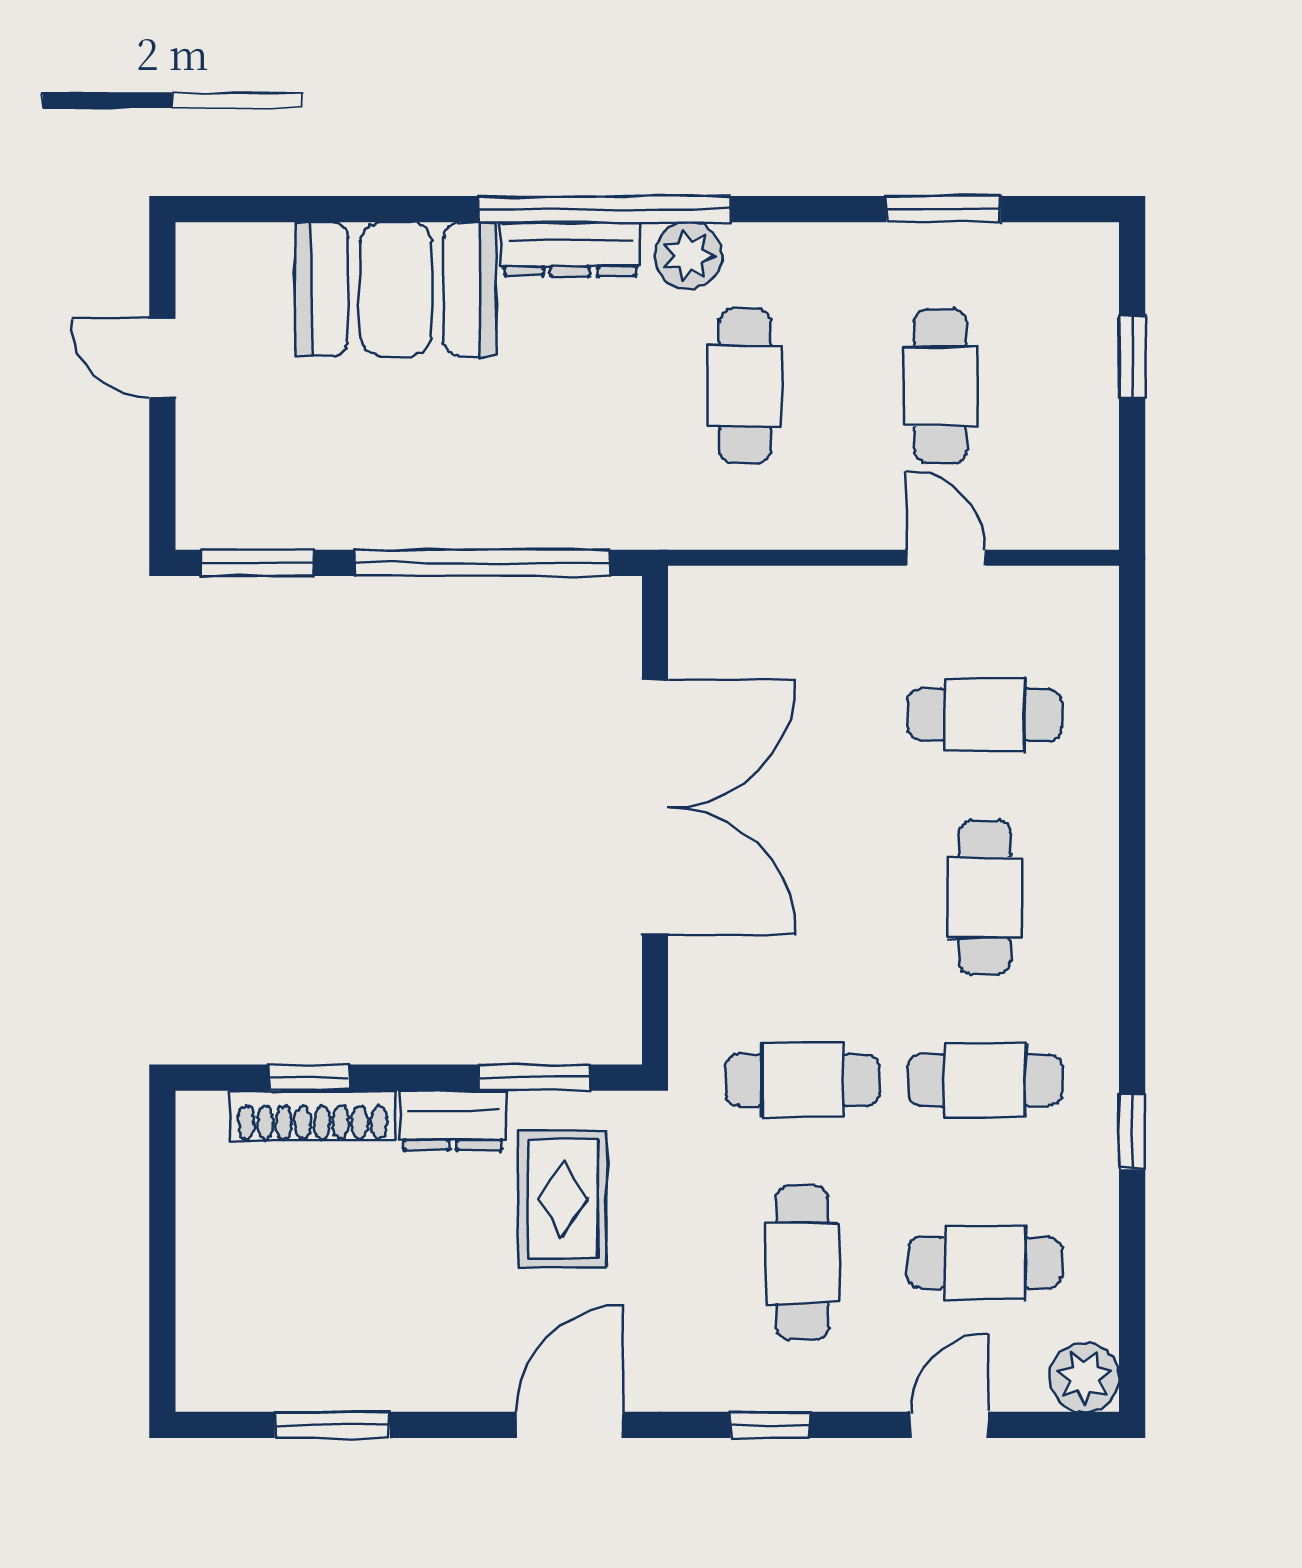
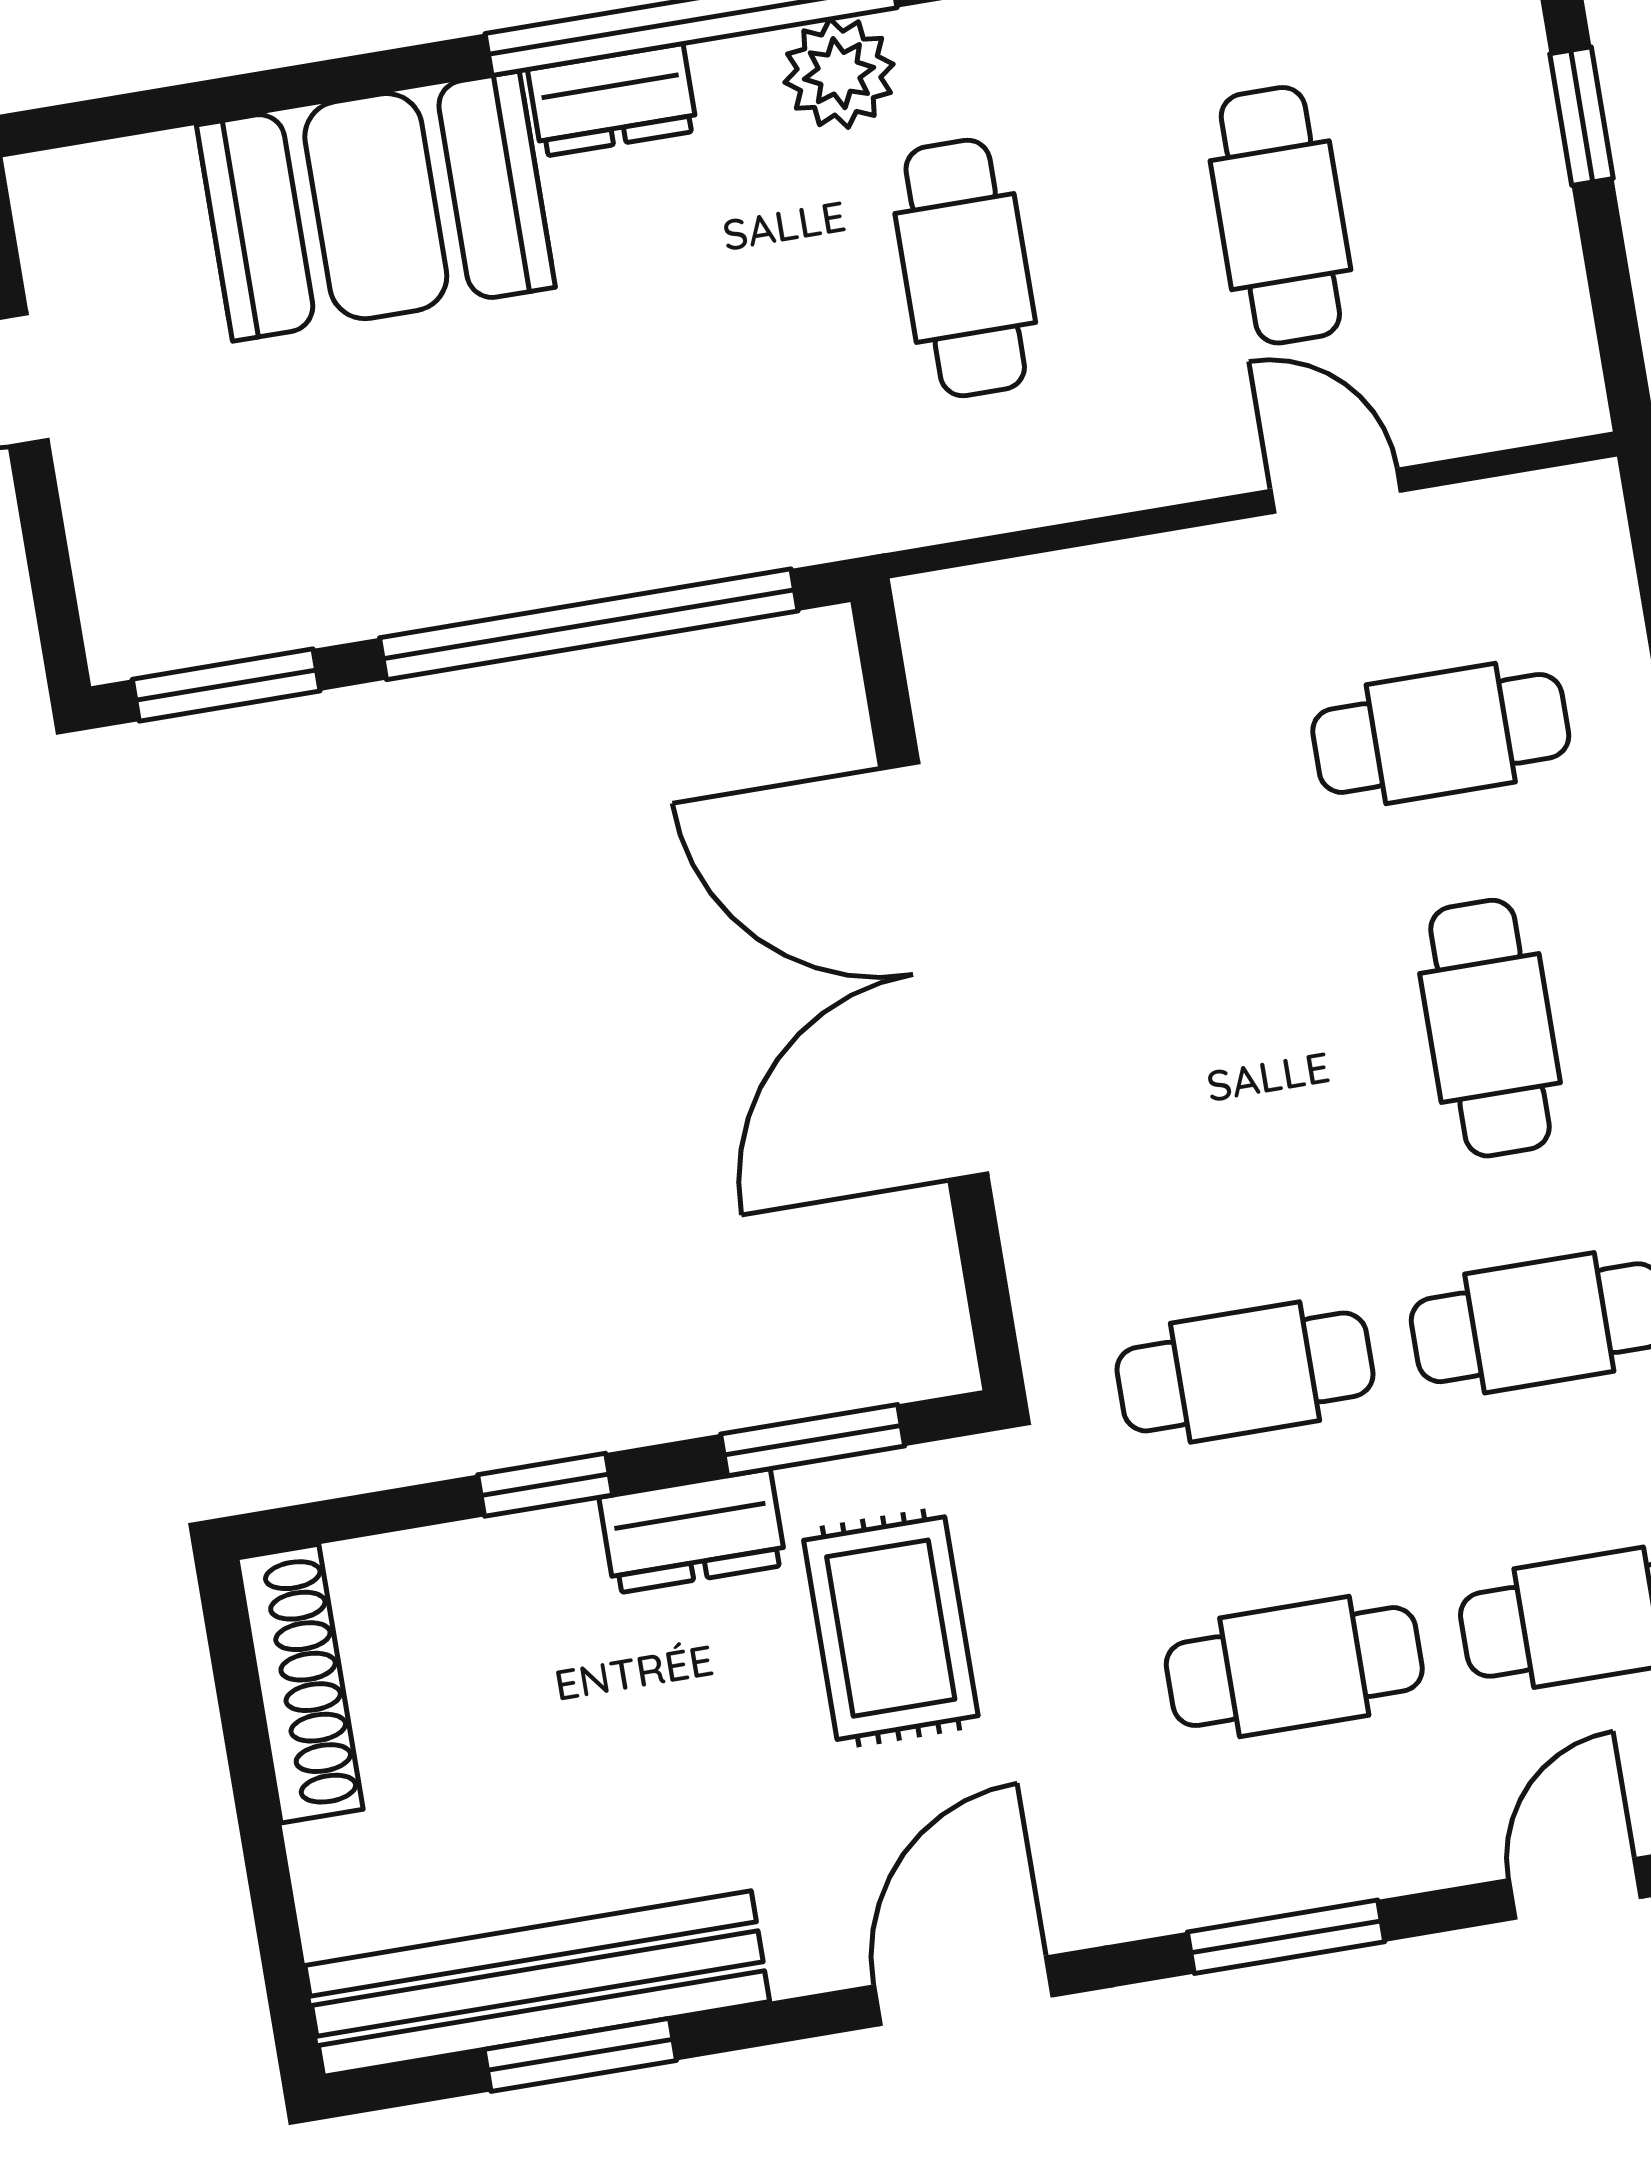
dresser: (570, 249) -> (613, 100), width x0.70
double door: (655, 807) -> (934, 971), swing flipped
window: (309, 1078) -> (545, 1485), moved
shoe rack: (312, 1116) -> (300, 1684), moved, turned -90
cafe table: (802, 1263) -> (1294, 1667), turned 90
bench: (314, 1378) -> (537, 1984), added
window: (770, 1425) -> (1286, 1937), width x1.50

